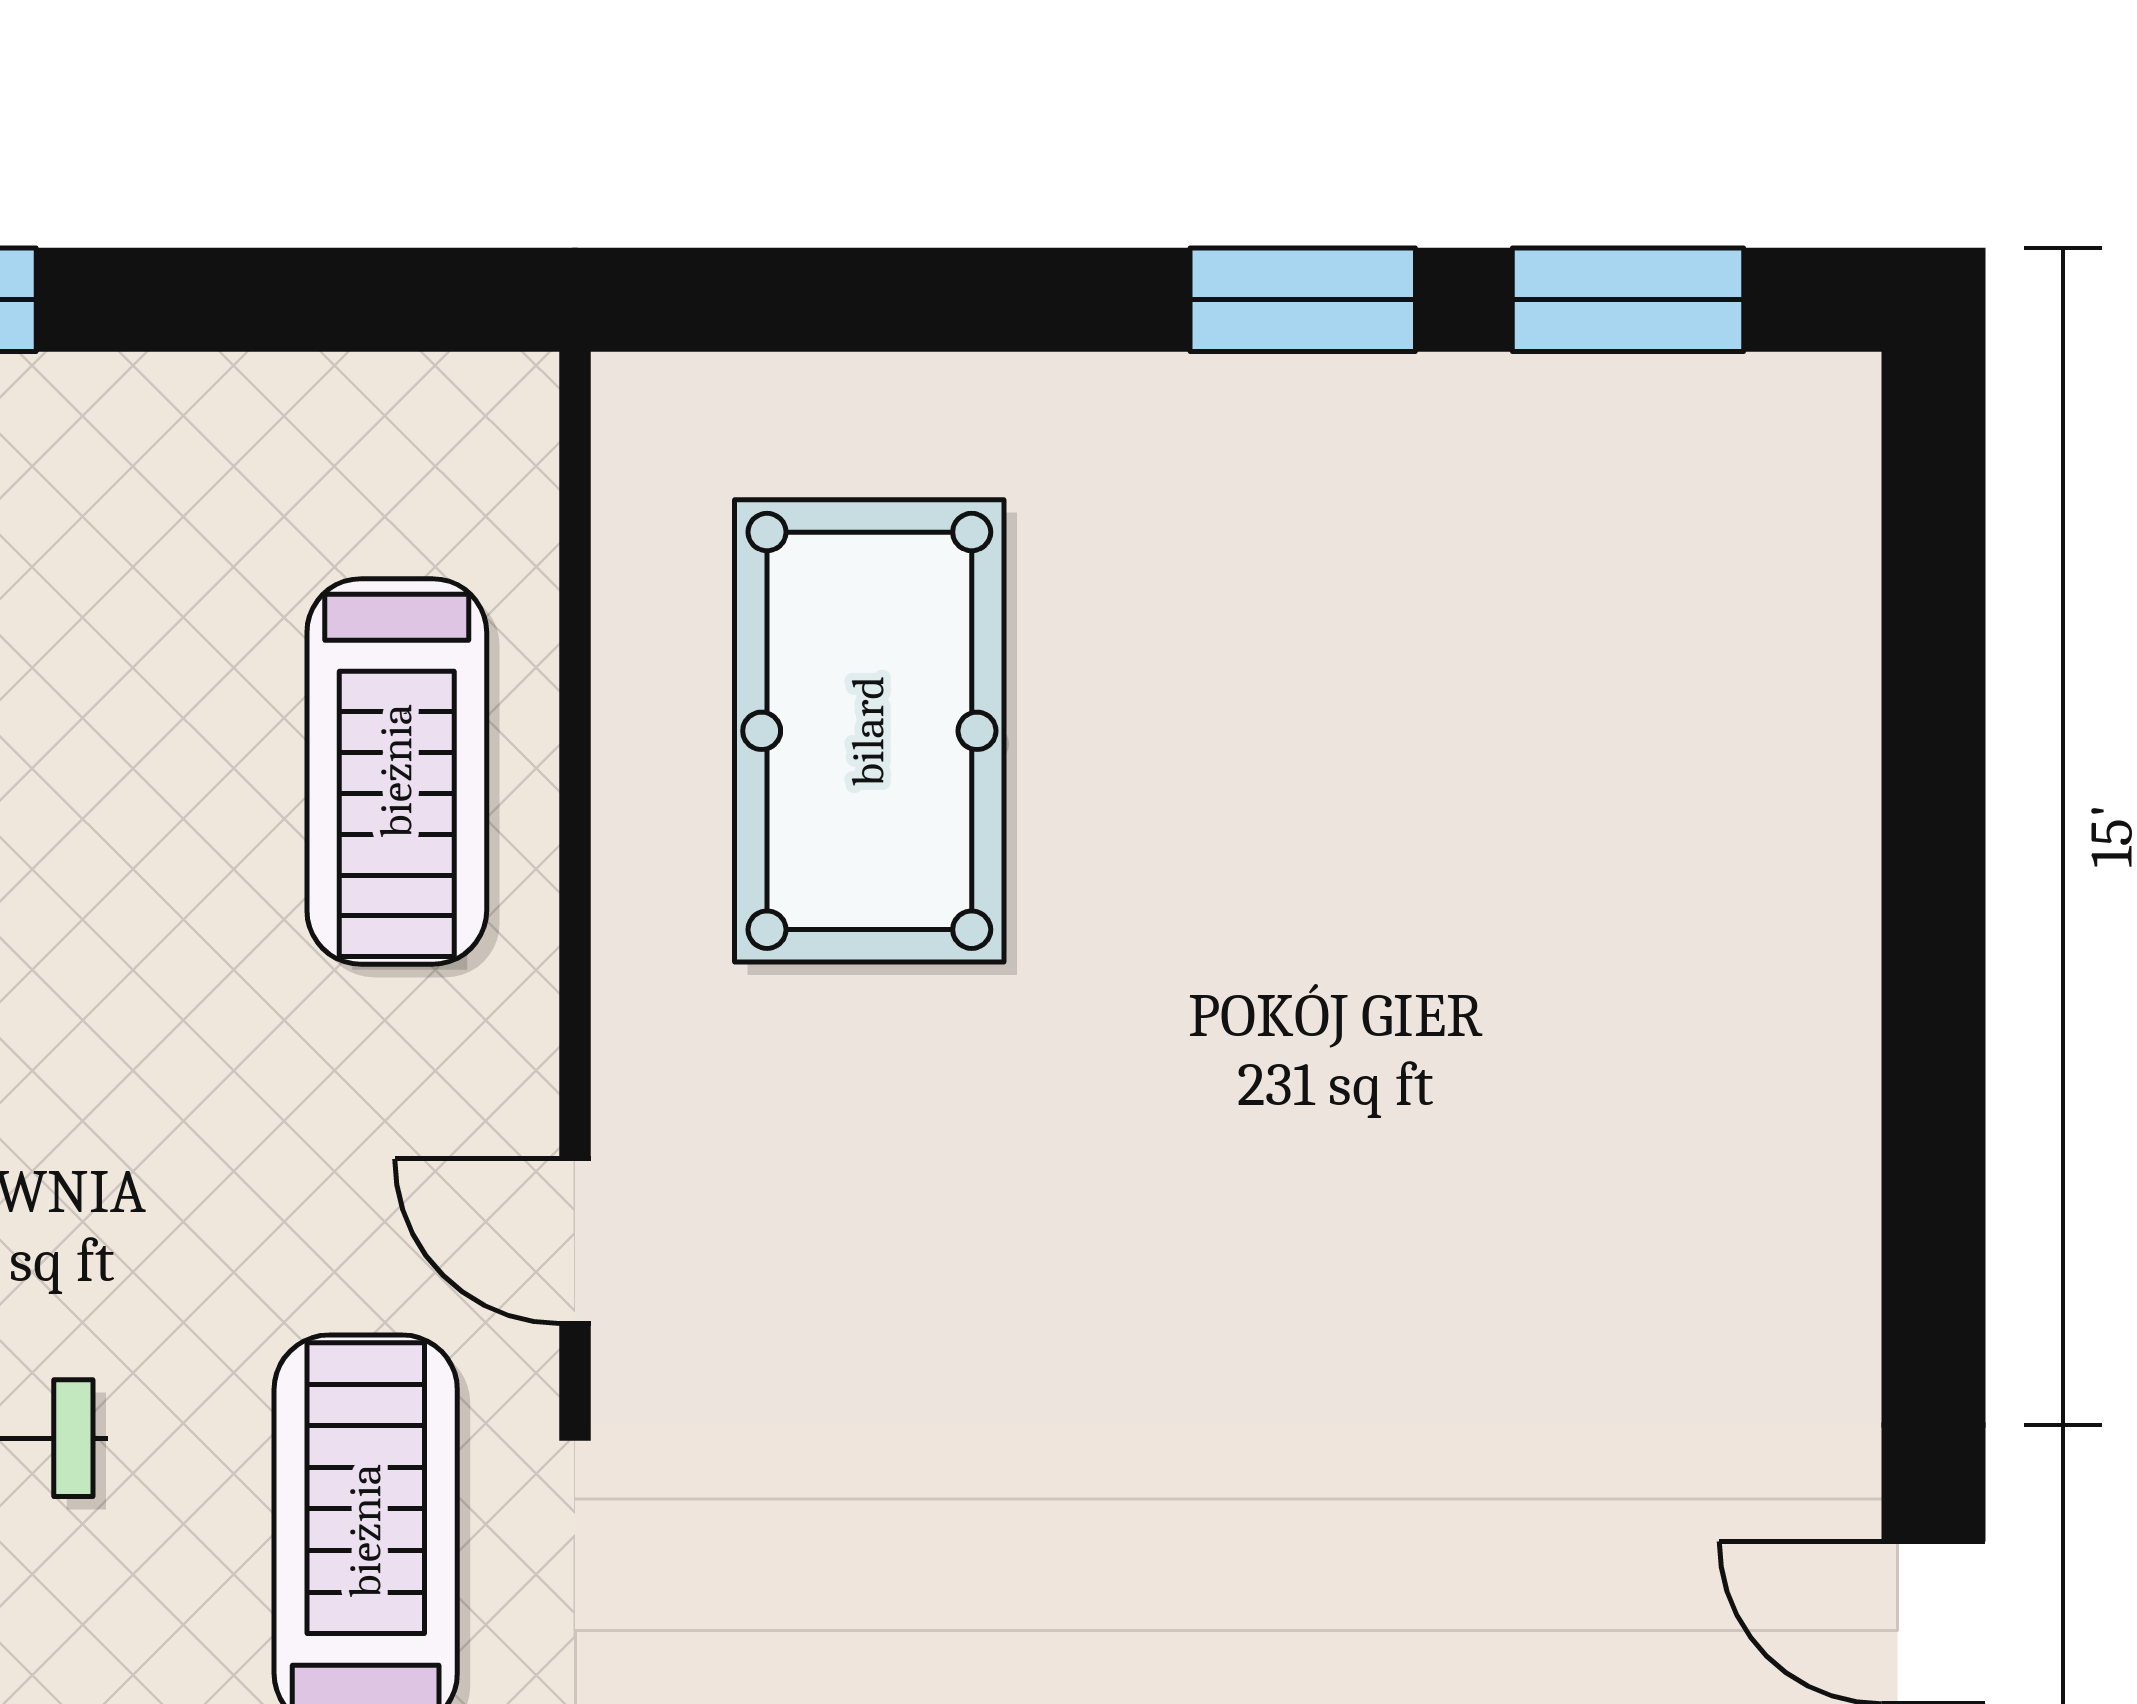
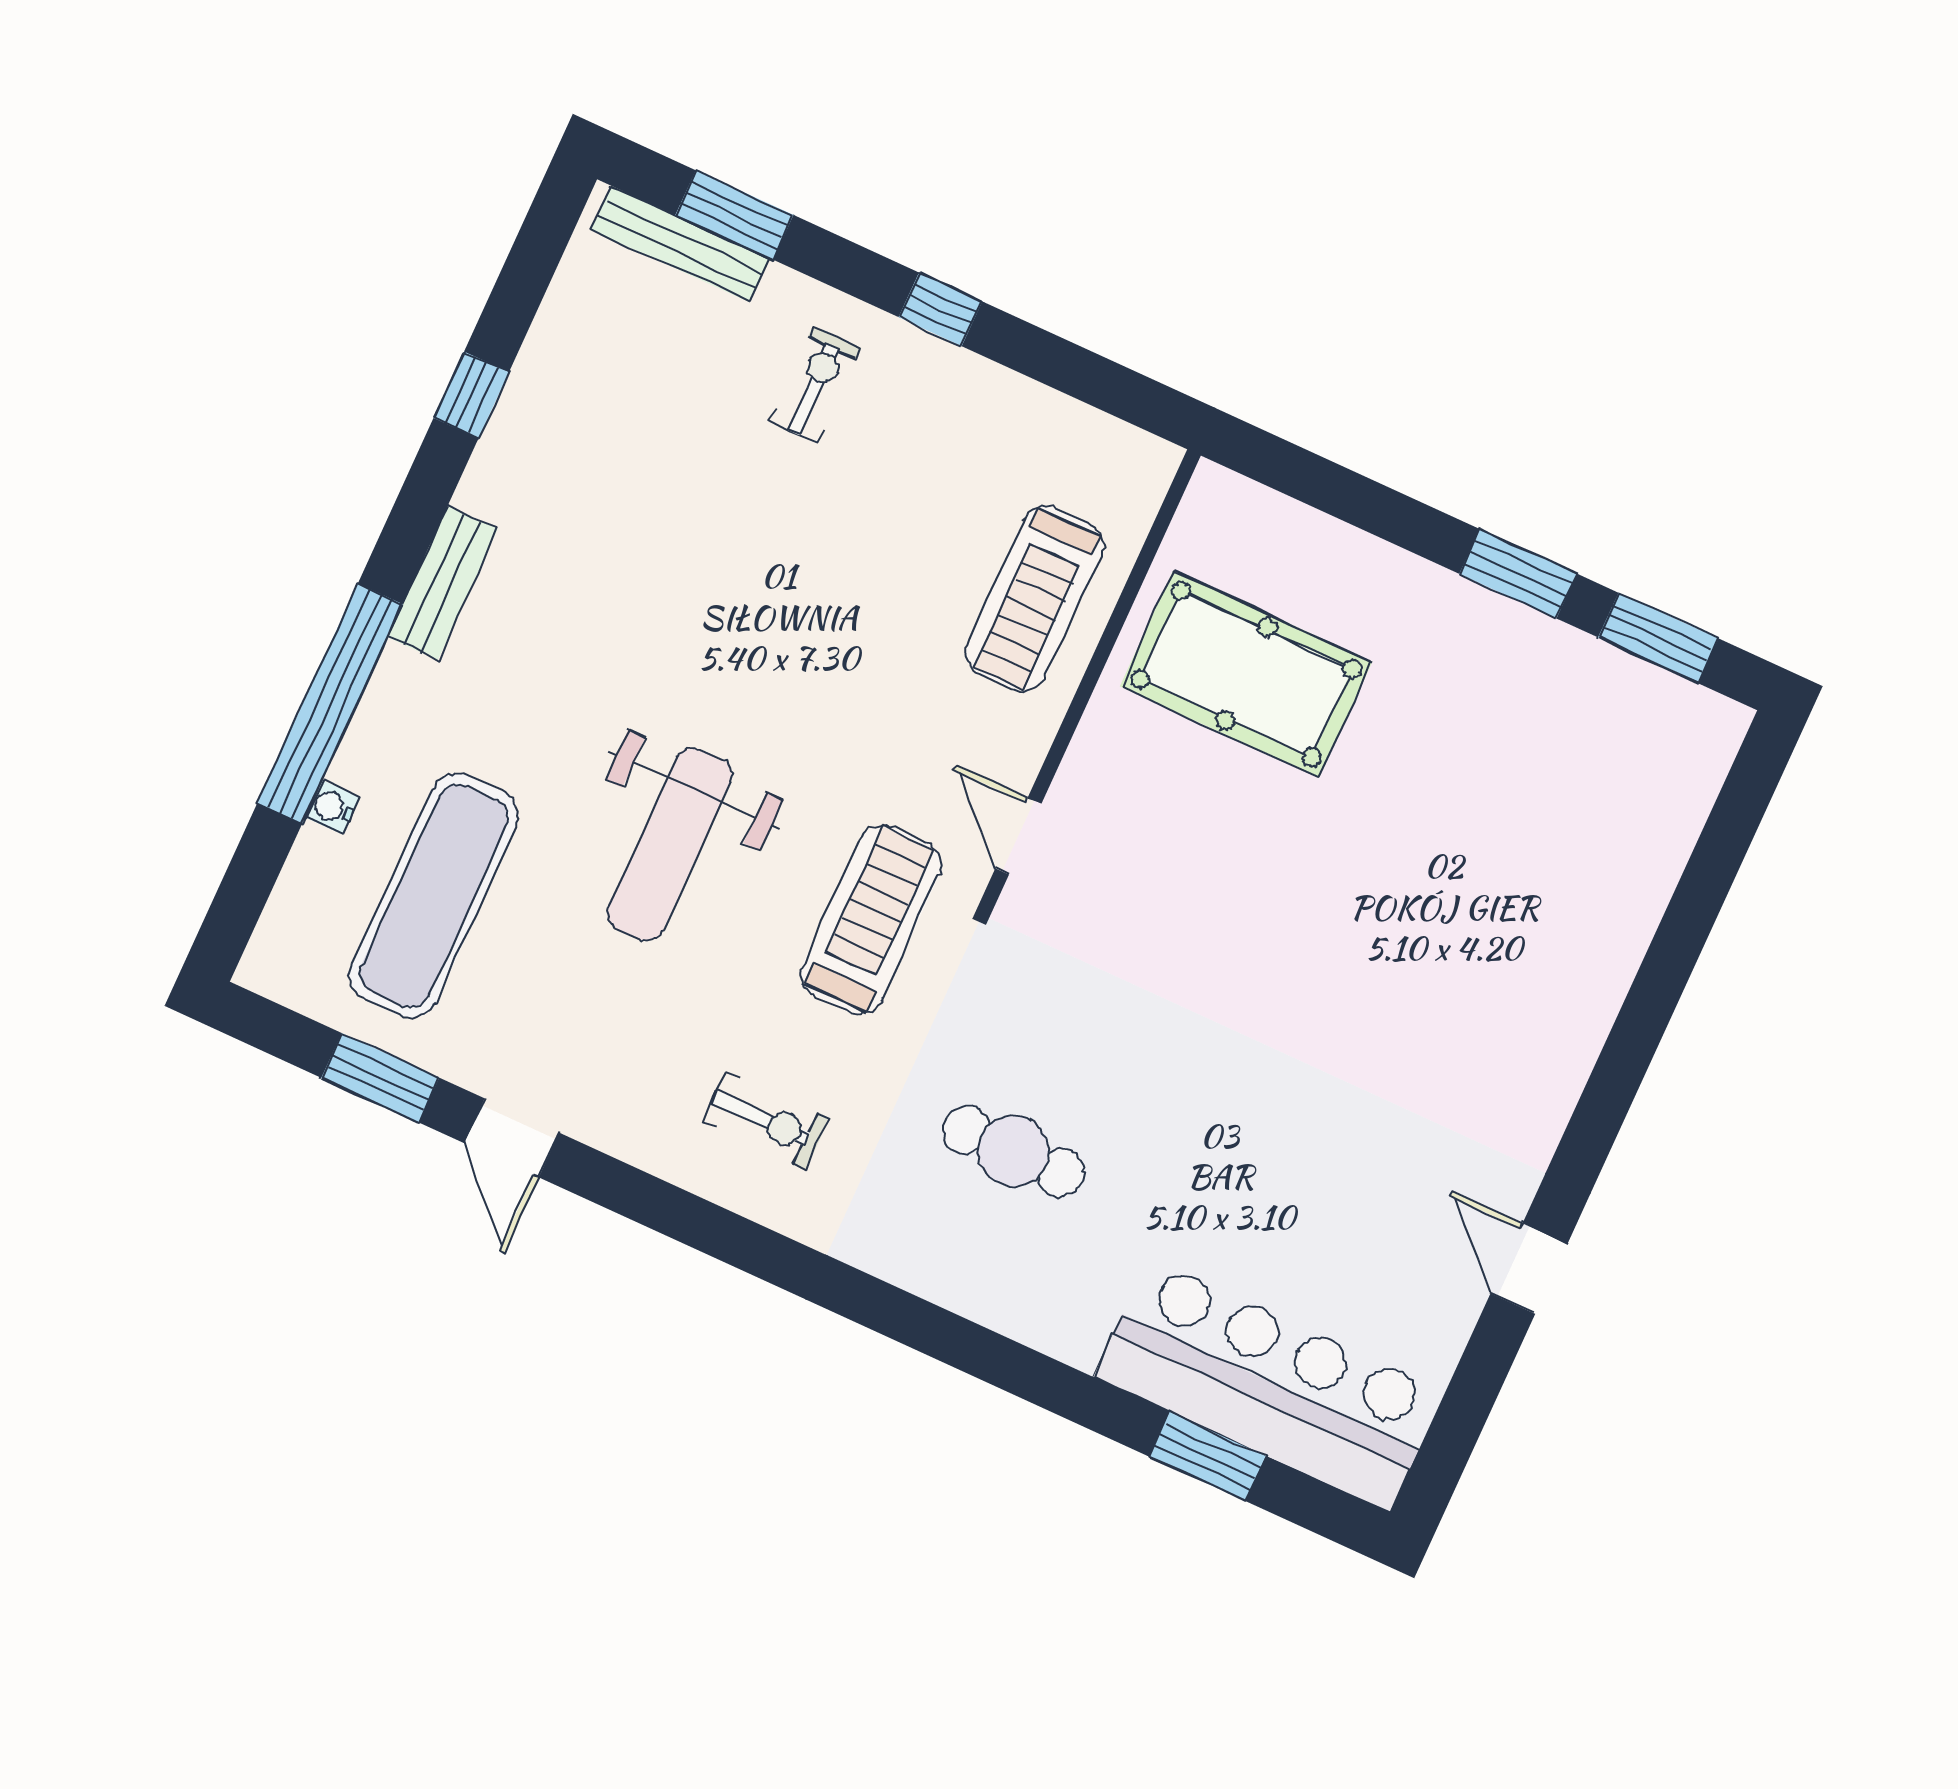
pool table: (869, 731) -> (1246, 674), turned 90

